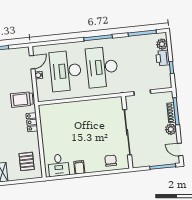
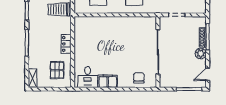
locker: (32, 122) -> (66, 44), moved
door: (180, 150) -> (208, 74), hinge flipped
filing cabinet: (79, 167) -> (108, 81), width x2.00

